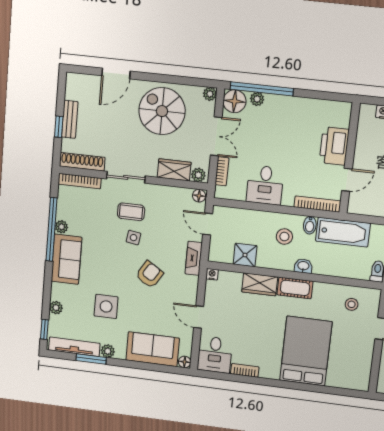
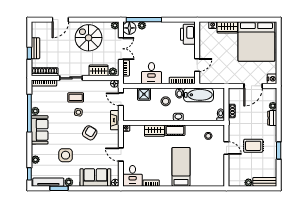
printer: (334, 146) -> (188, 34), moved
shower: (245, 255) -> (144, 94), moved
bed: (306, 351) -> (181, 167), width x0.67

